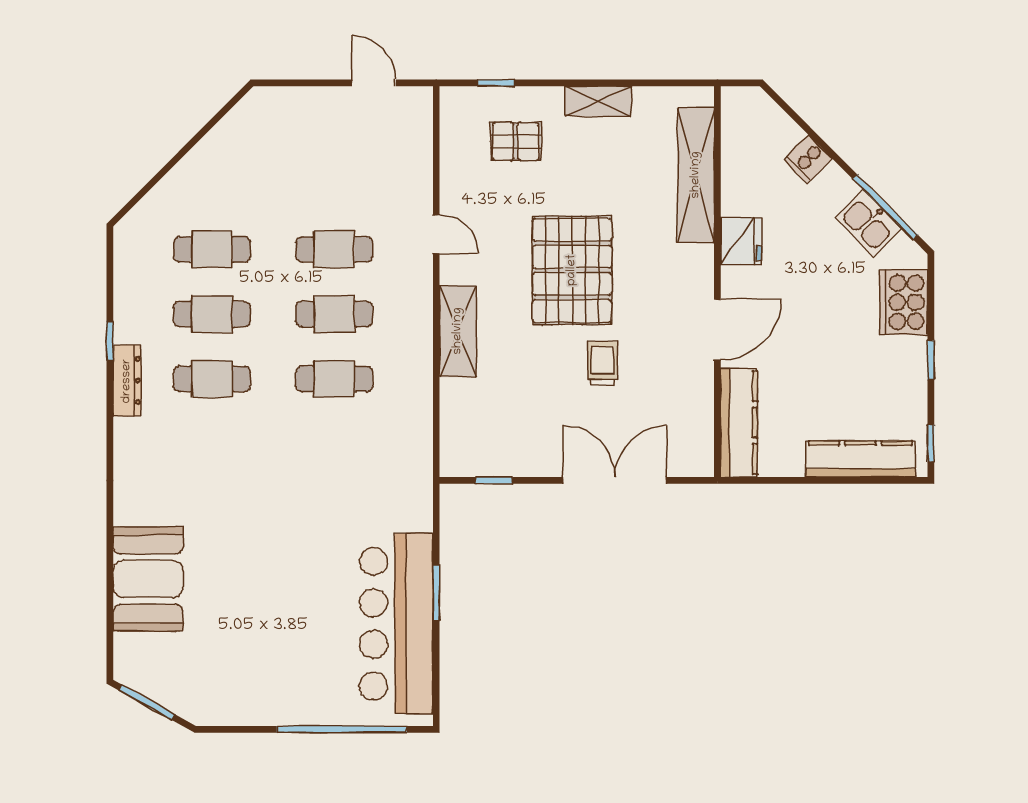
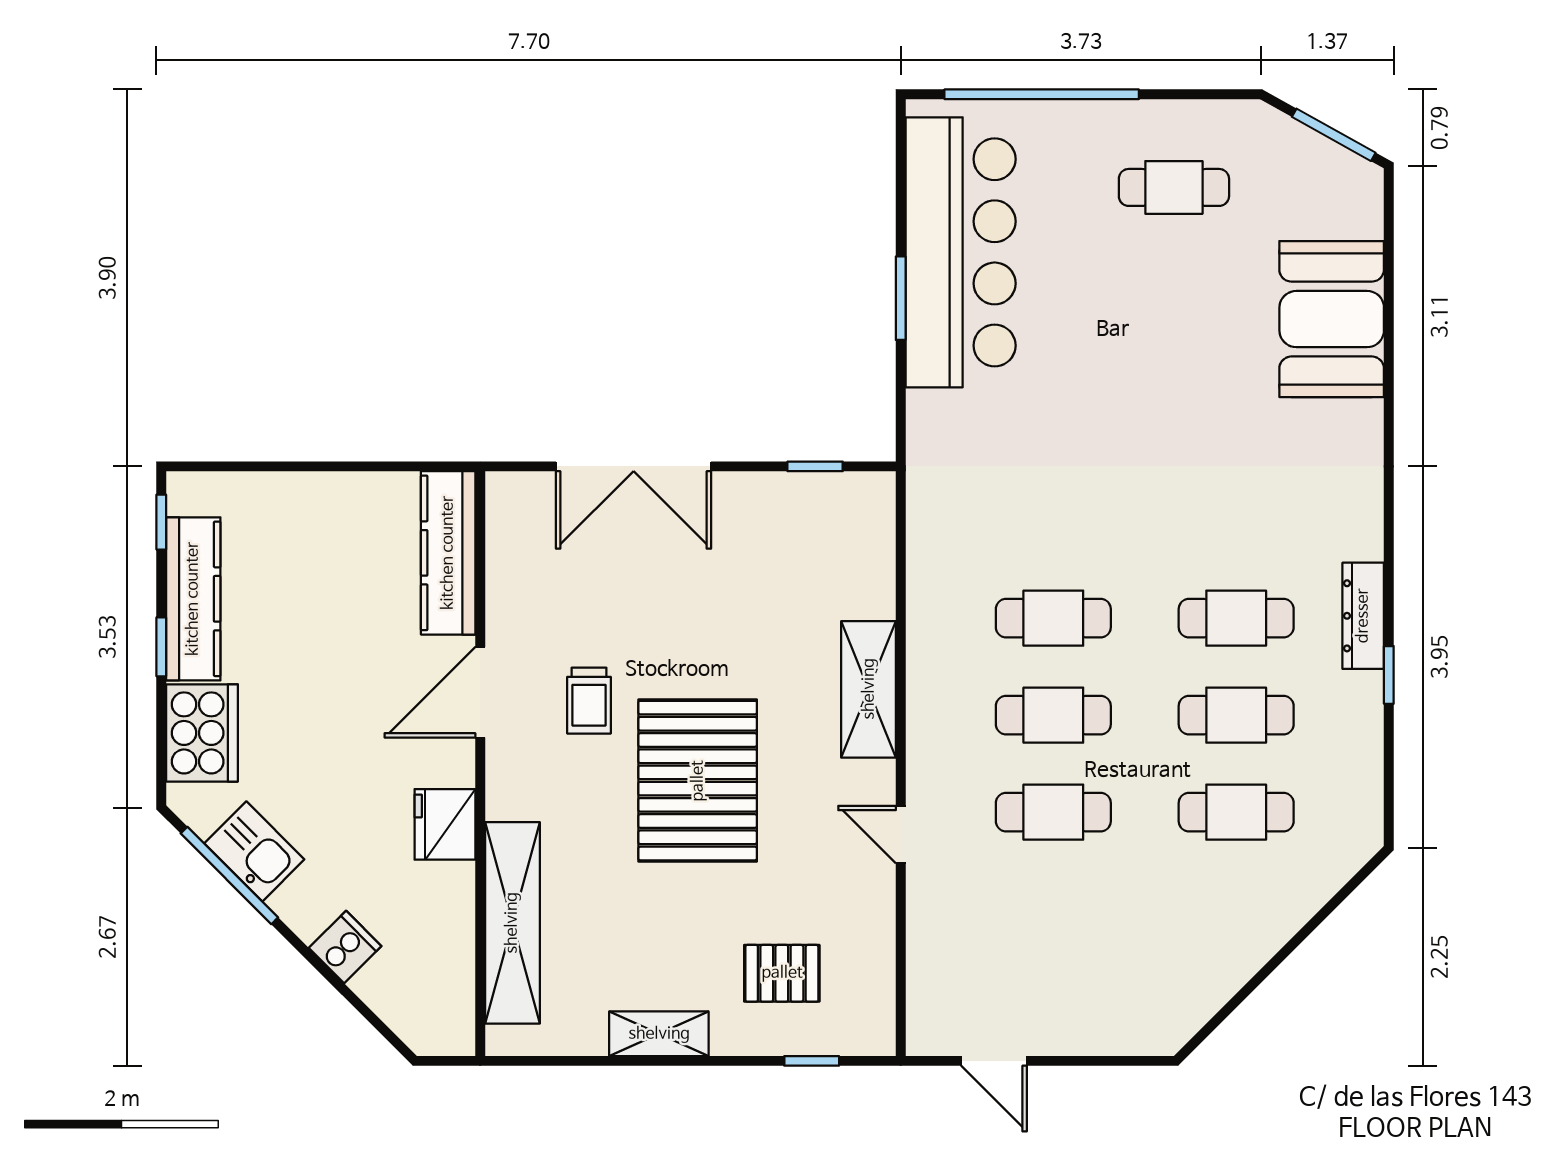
trolley: (602, 364) -> (589, 701), moved
kitchen counter: (860, 459) -> (193, 599), moved, turned -90
cafe table: (254, 667) -> (1174, 187), added

